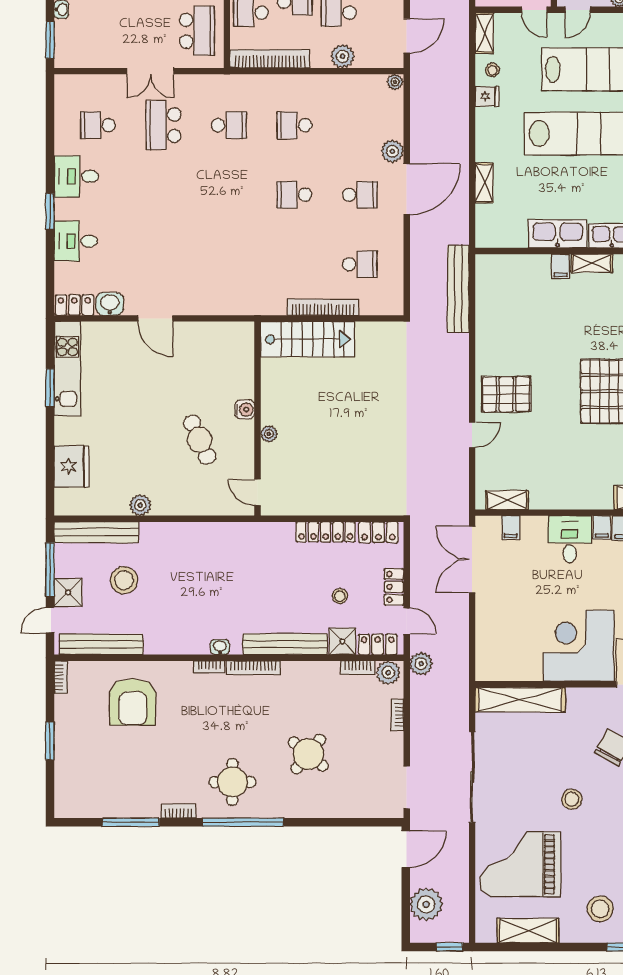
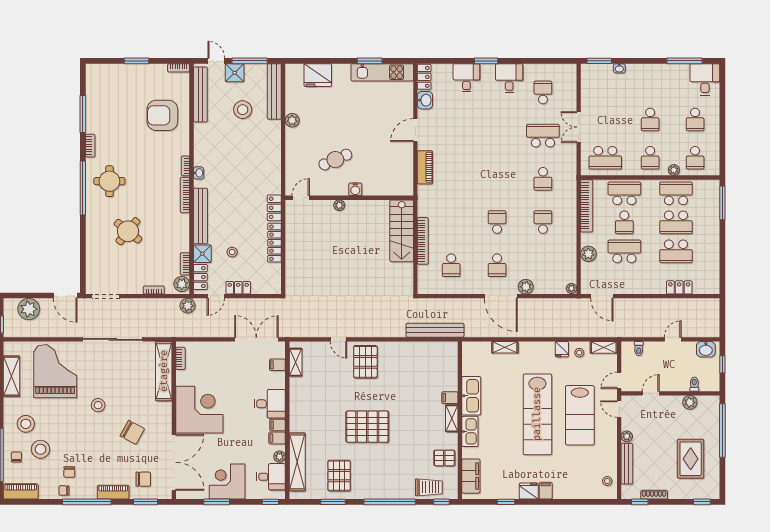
piano: (211, 304) -> (425, 167), added
locker: (378, 532) -> (274, 208), moved
bookcase: (501, 674) -> (180, 358), added

